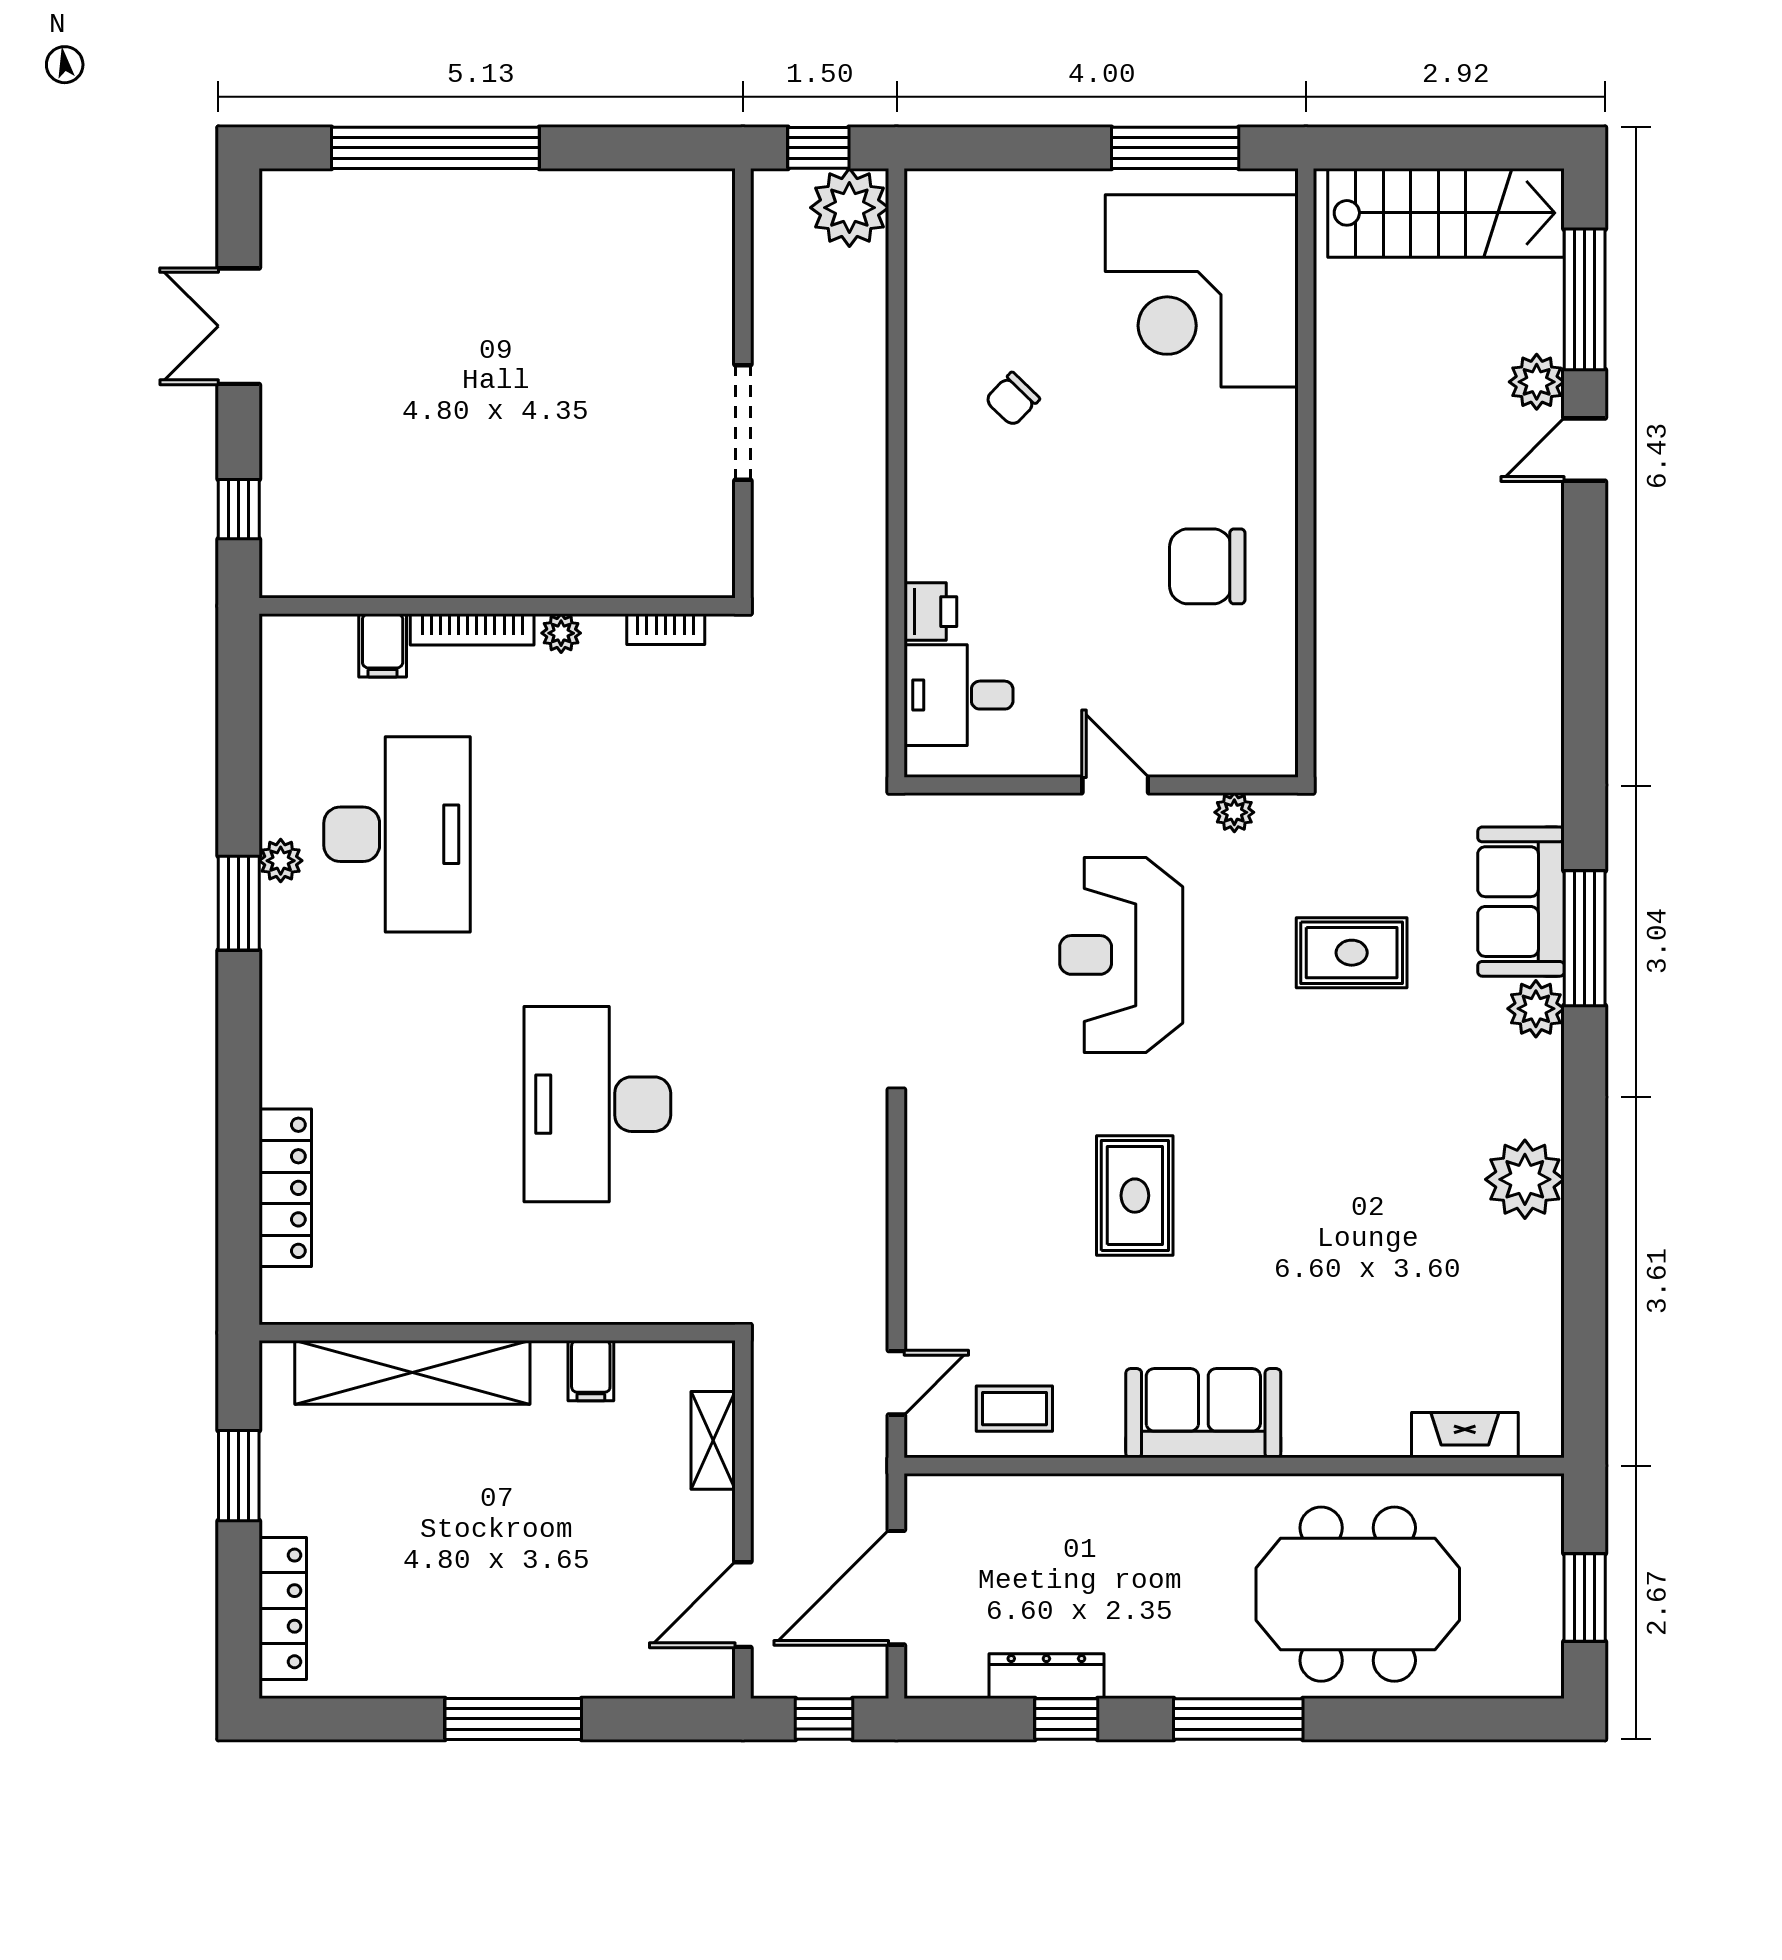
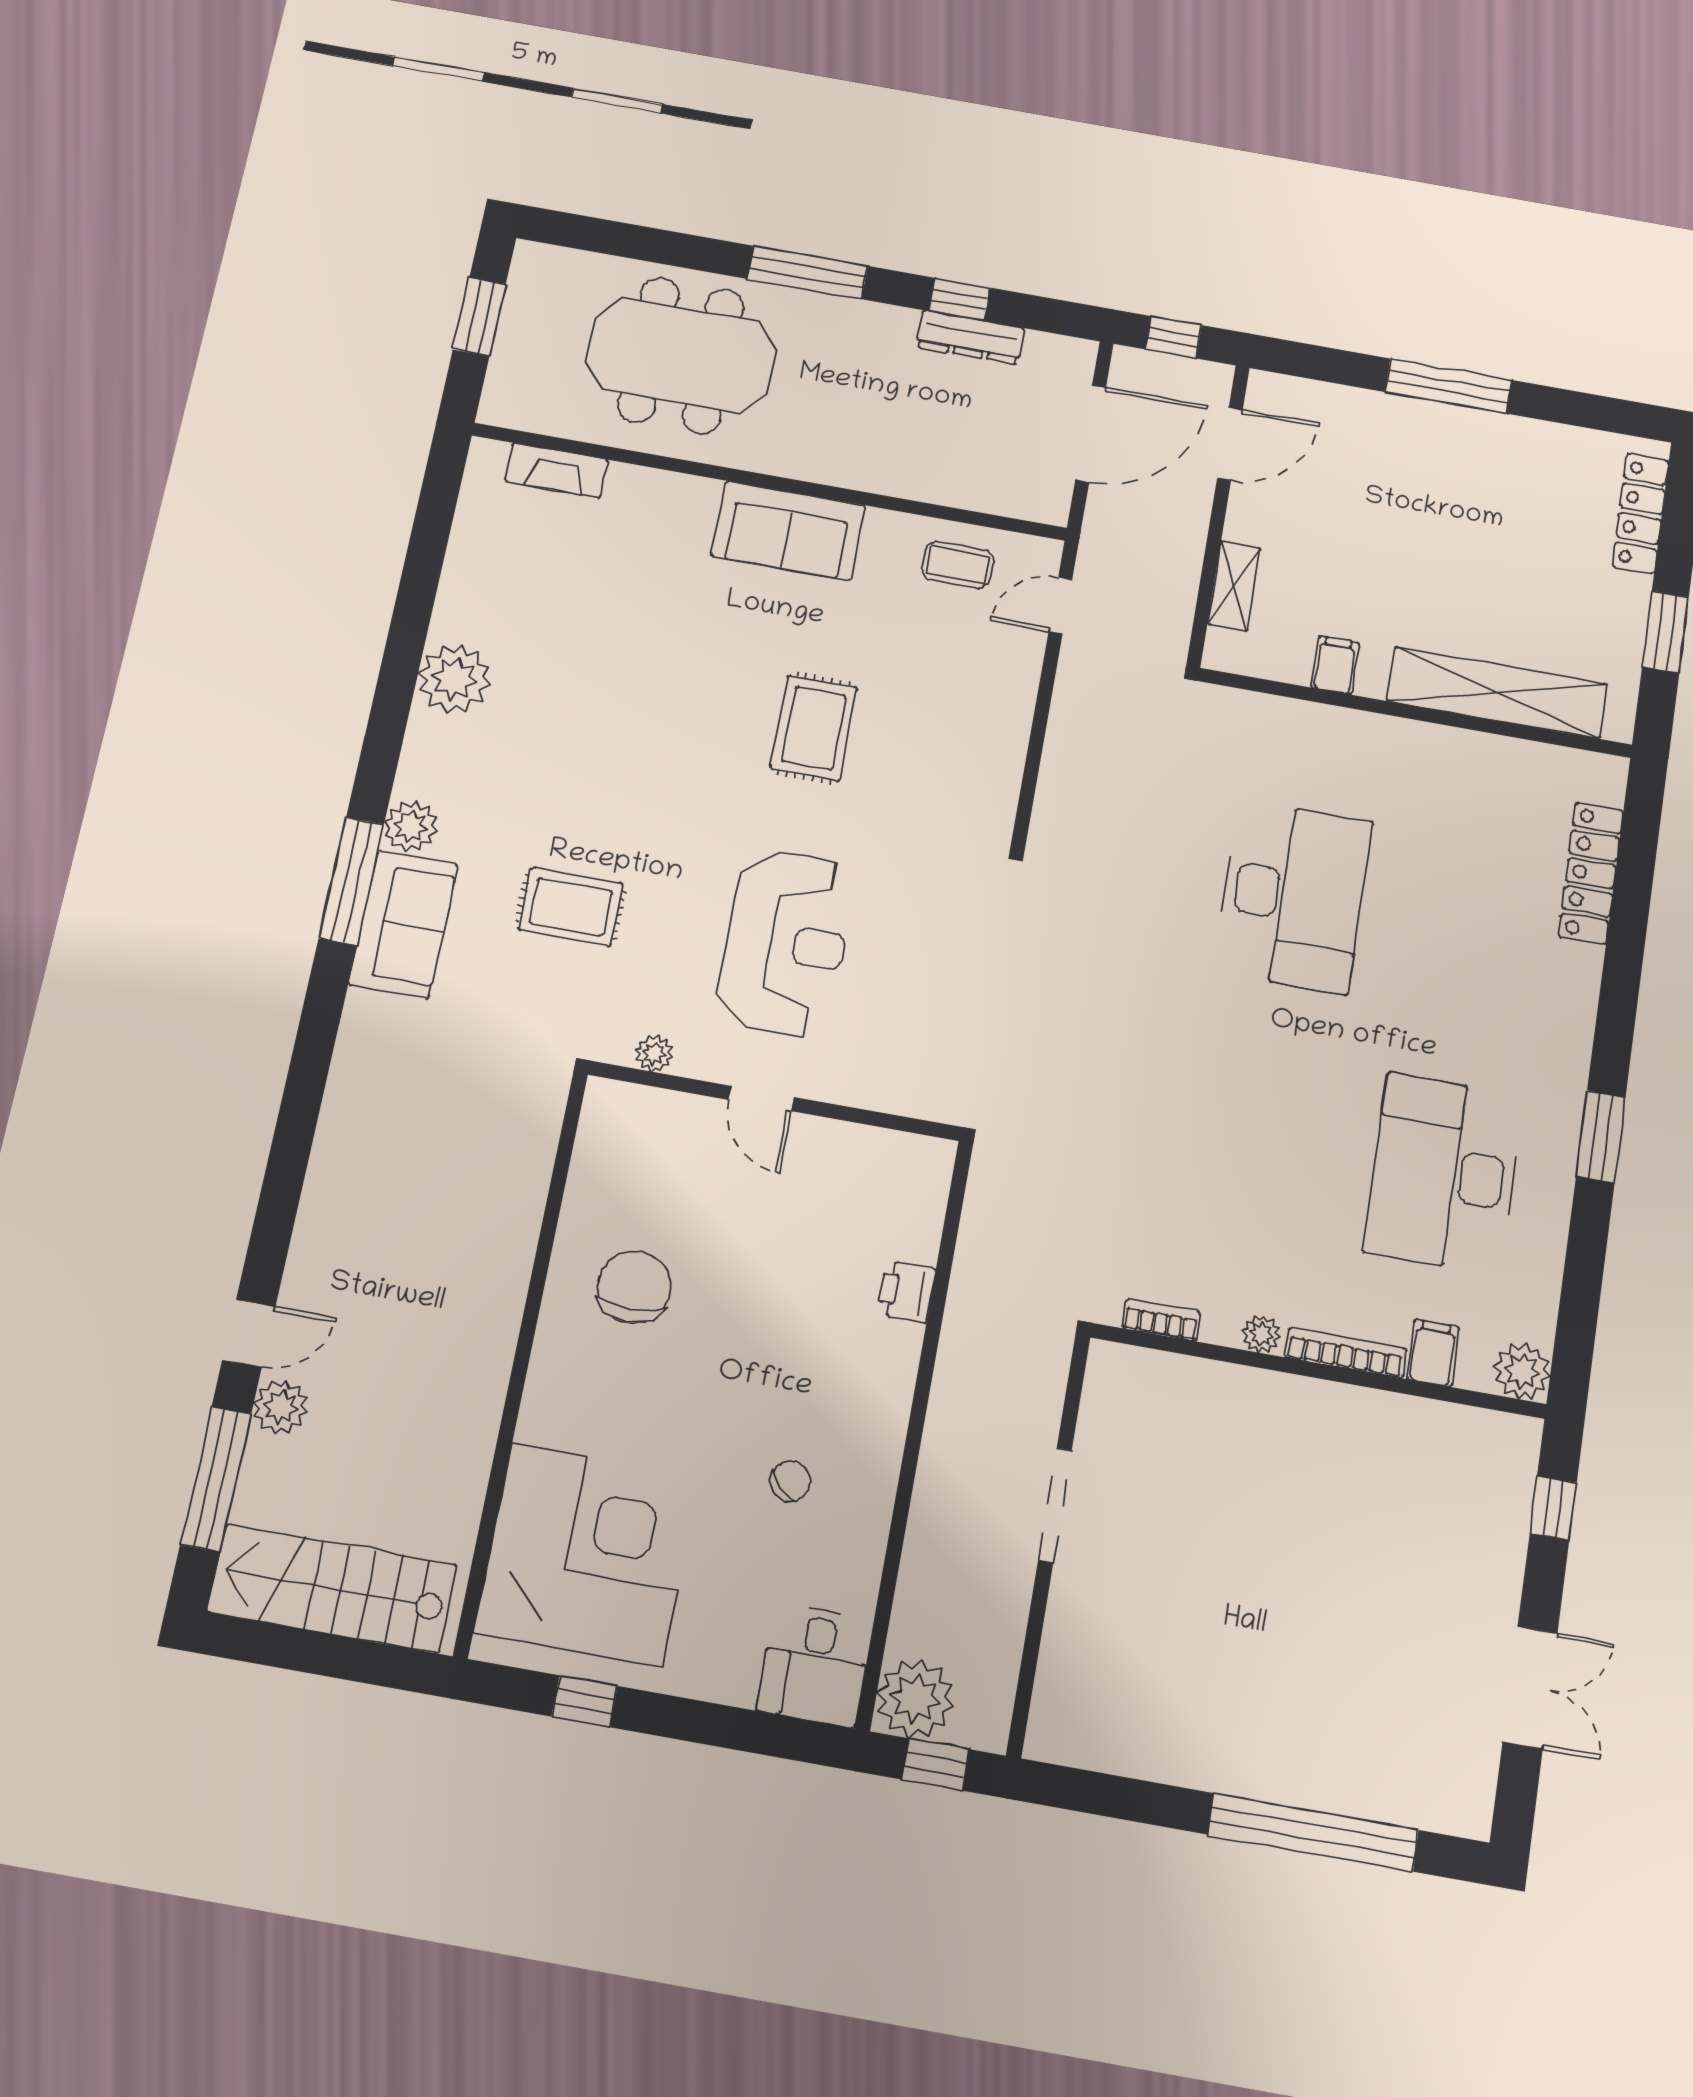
window: (1175, 148) -> (584, 1701), width x0.46
chair: (1207, 566) -> (634, 1287), turned -90
desk: (958, 695) -> (815, 1665), moved, turned 90
plant: (281, 861) -> (1522, 1371), moved, width x1.38, depth x1.38

